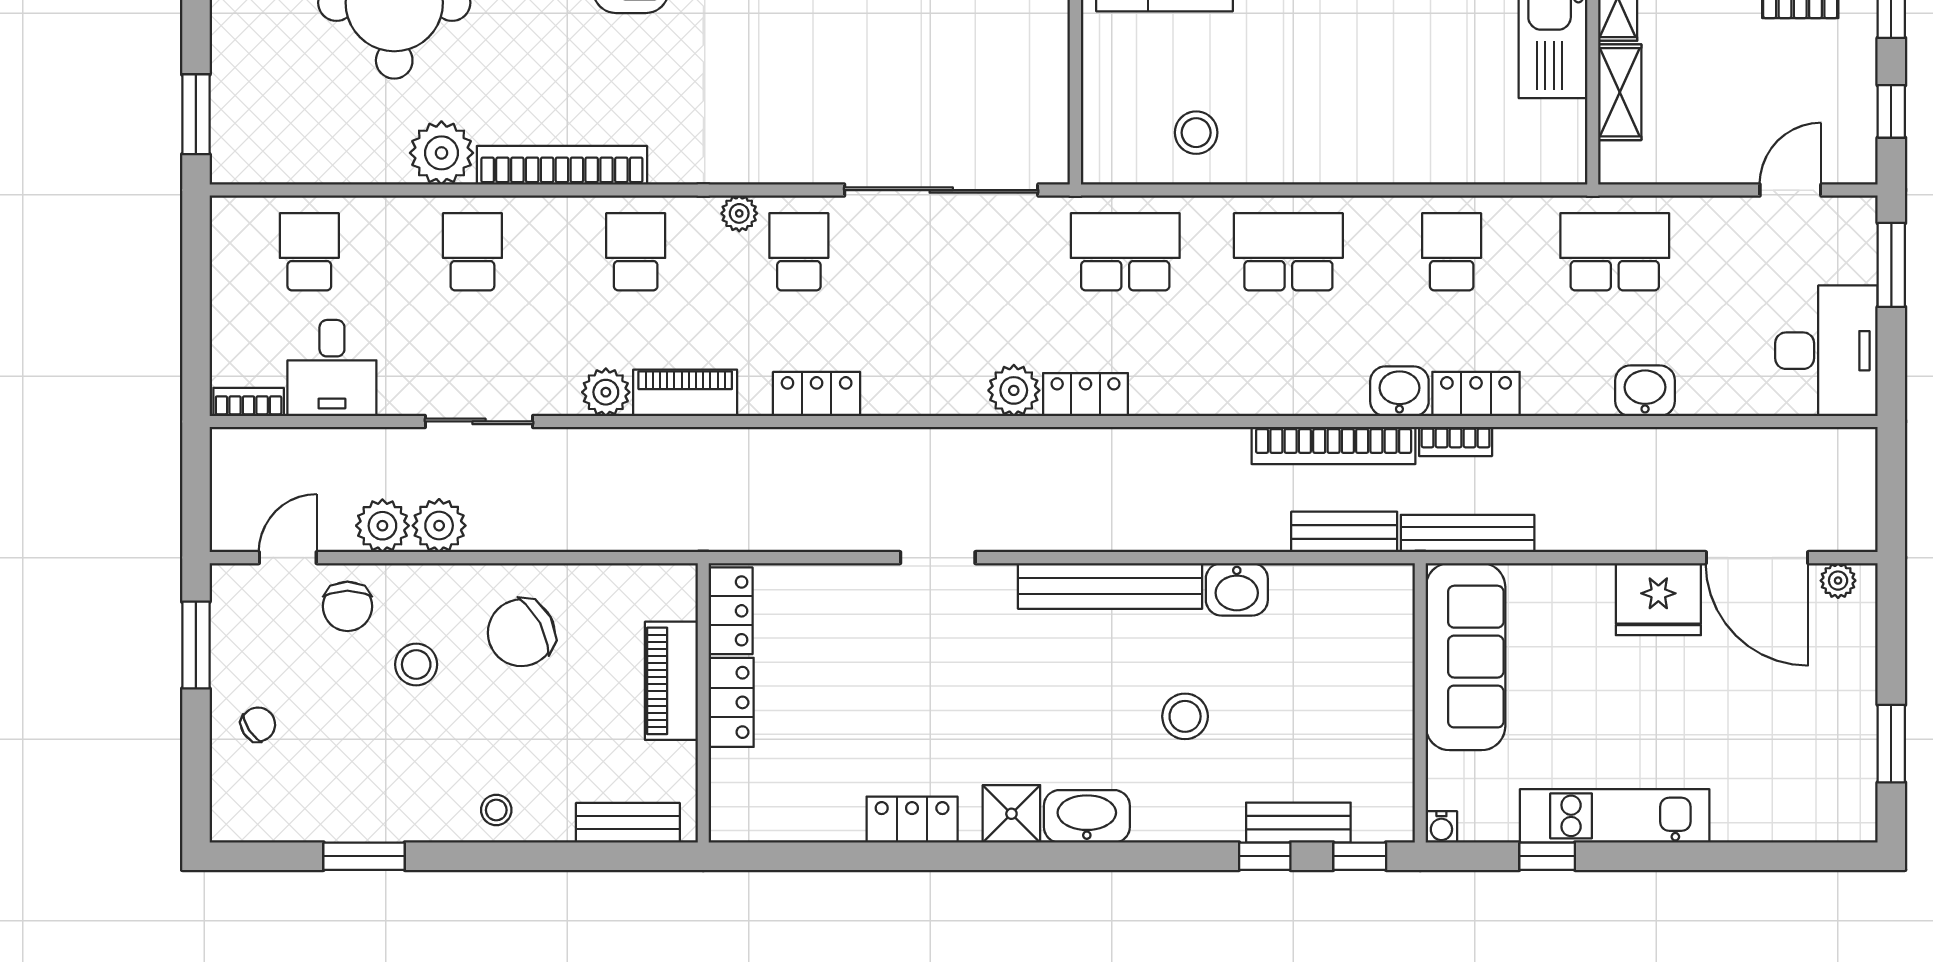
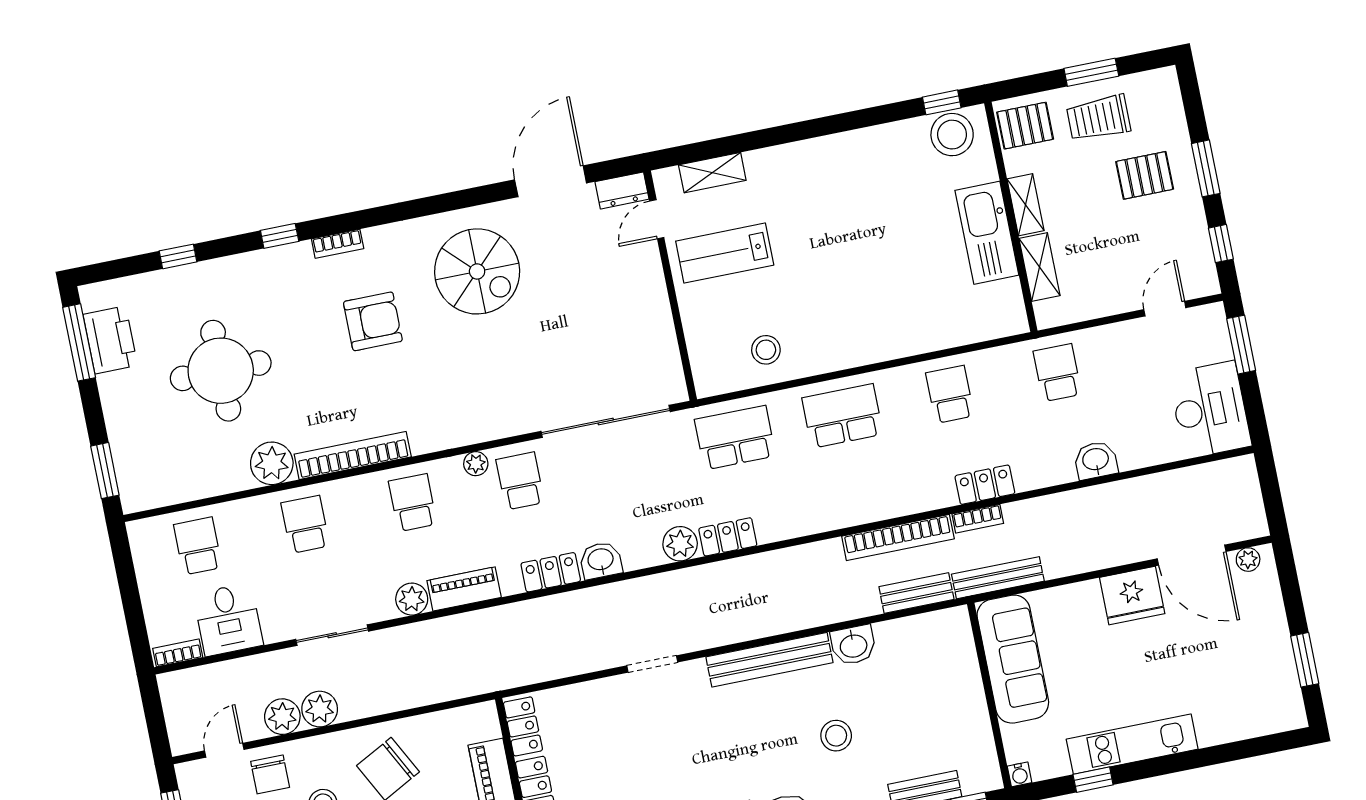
school desk: (1615, 252) -> (1057, 373), width x0.54
washbasin: (1399, 391) -> (601, 560), moved

